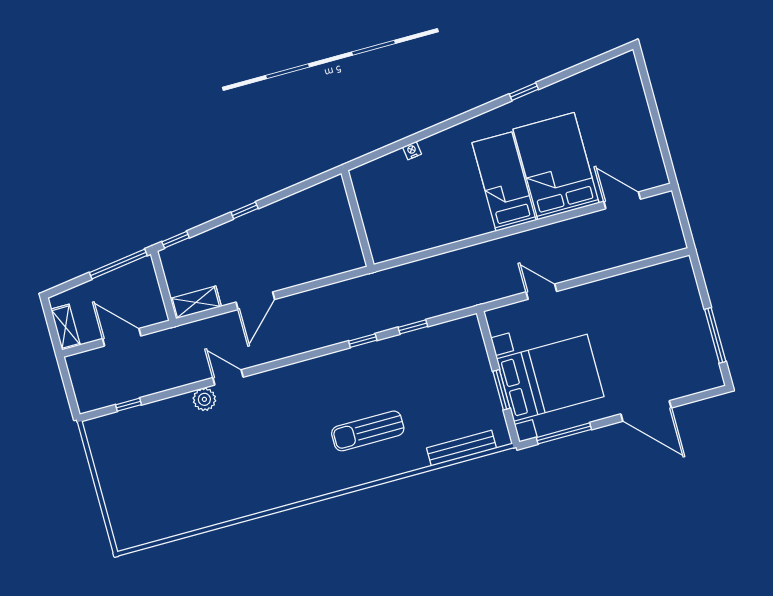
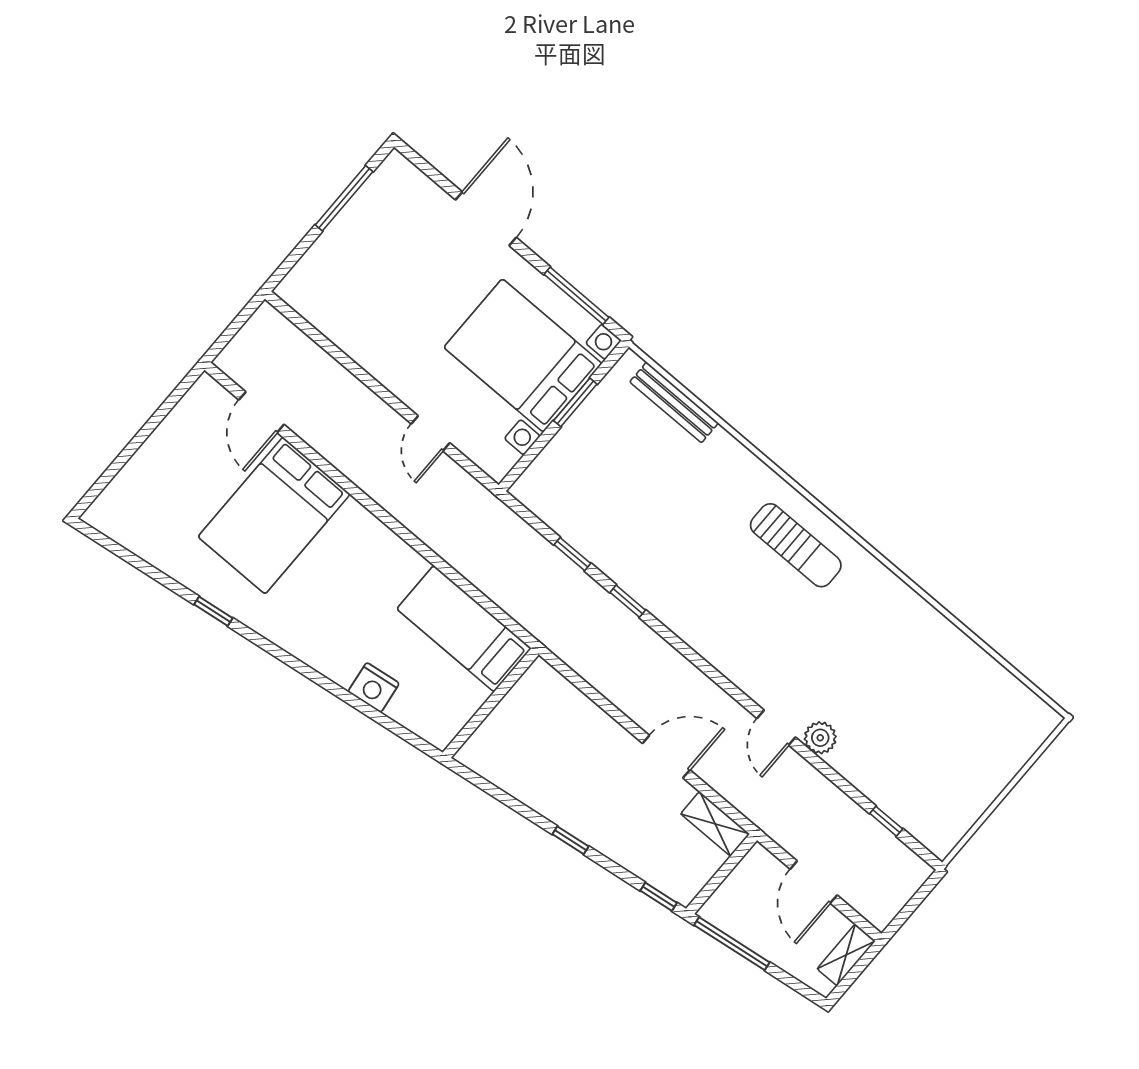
nightstand: (412, 150) -> (374, 687), width x1.89, depth x1.79
bed: (504, 182) -> (464, 629), moved, turned 90
sun lounger: (368, 431) -> (796, 545), moved

